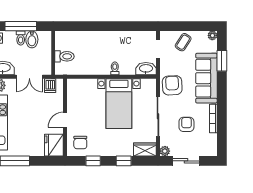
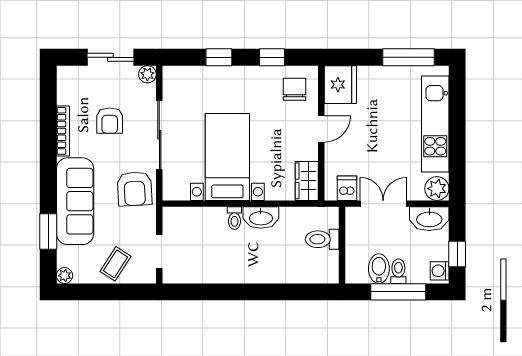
washbasin: (146, 69) -> (261, 218), moved
wardrobe: (145, 150) -> (307, 181), moved, turned 90

